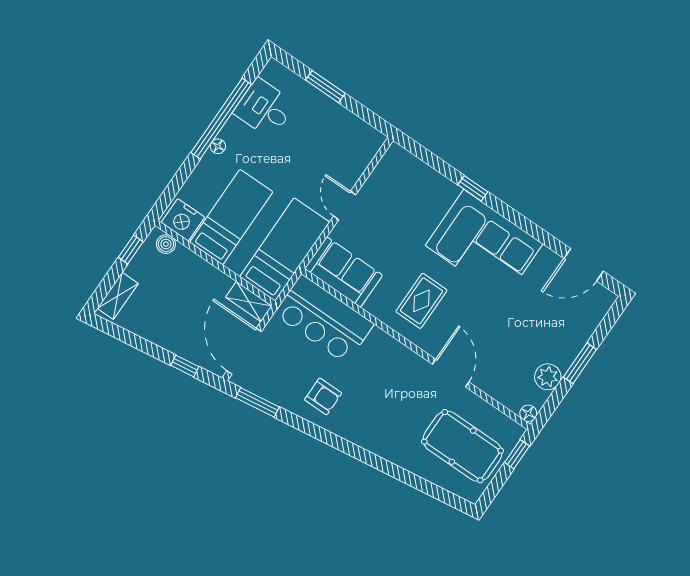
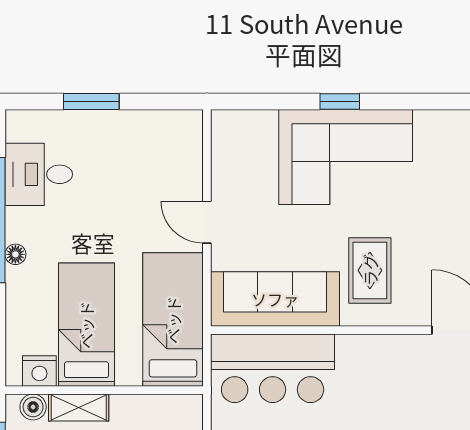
nightstand: (183, 220) -> (39, 371), width x0.74, depth x0.75
corner sofa: (484, 245) -> (346, 157), moved
sofa: (343, 272) -> (275, 299), width x1.36
shelving: (249, 302) -> (79, 408), moved

